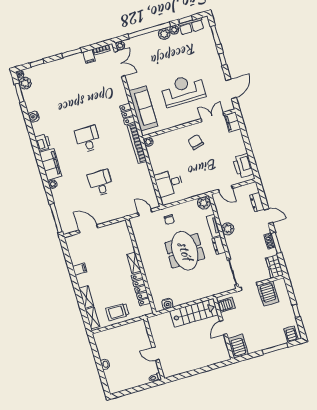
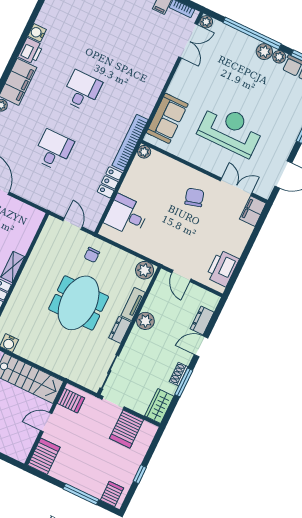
sofa: (143, 108) -> (167, 118), width x0.73
locker: (127, 114) -> (110, 182), moved
water cooler: (34, 117) -> (37, 33), moved
door: (268, 216) -> (201, 346), swing flipped

